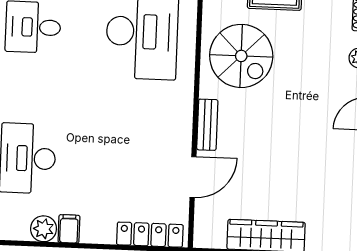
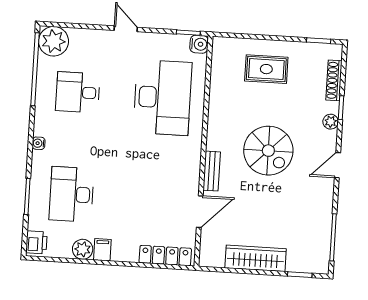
spiral stairs: (241, 56) -> (268, 151), moved

